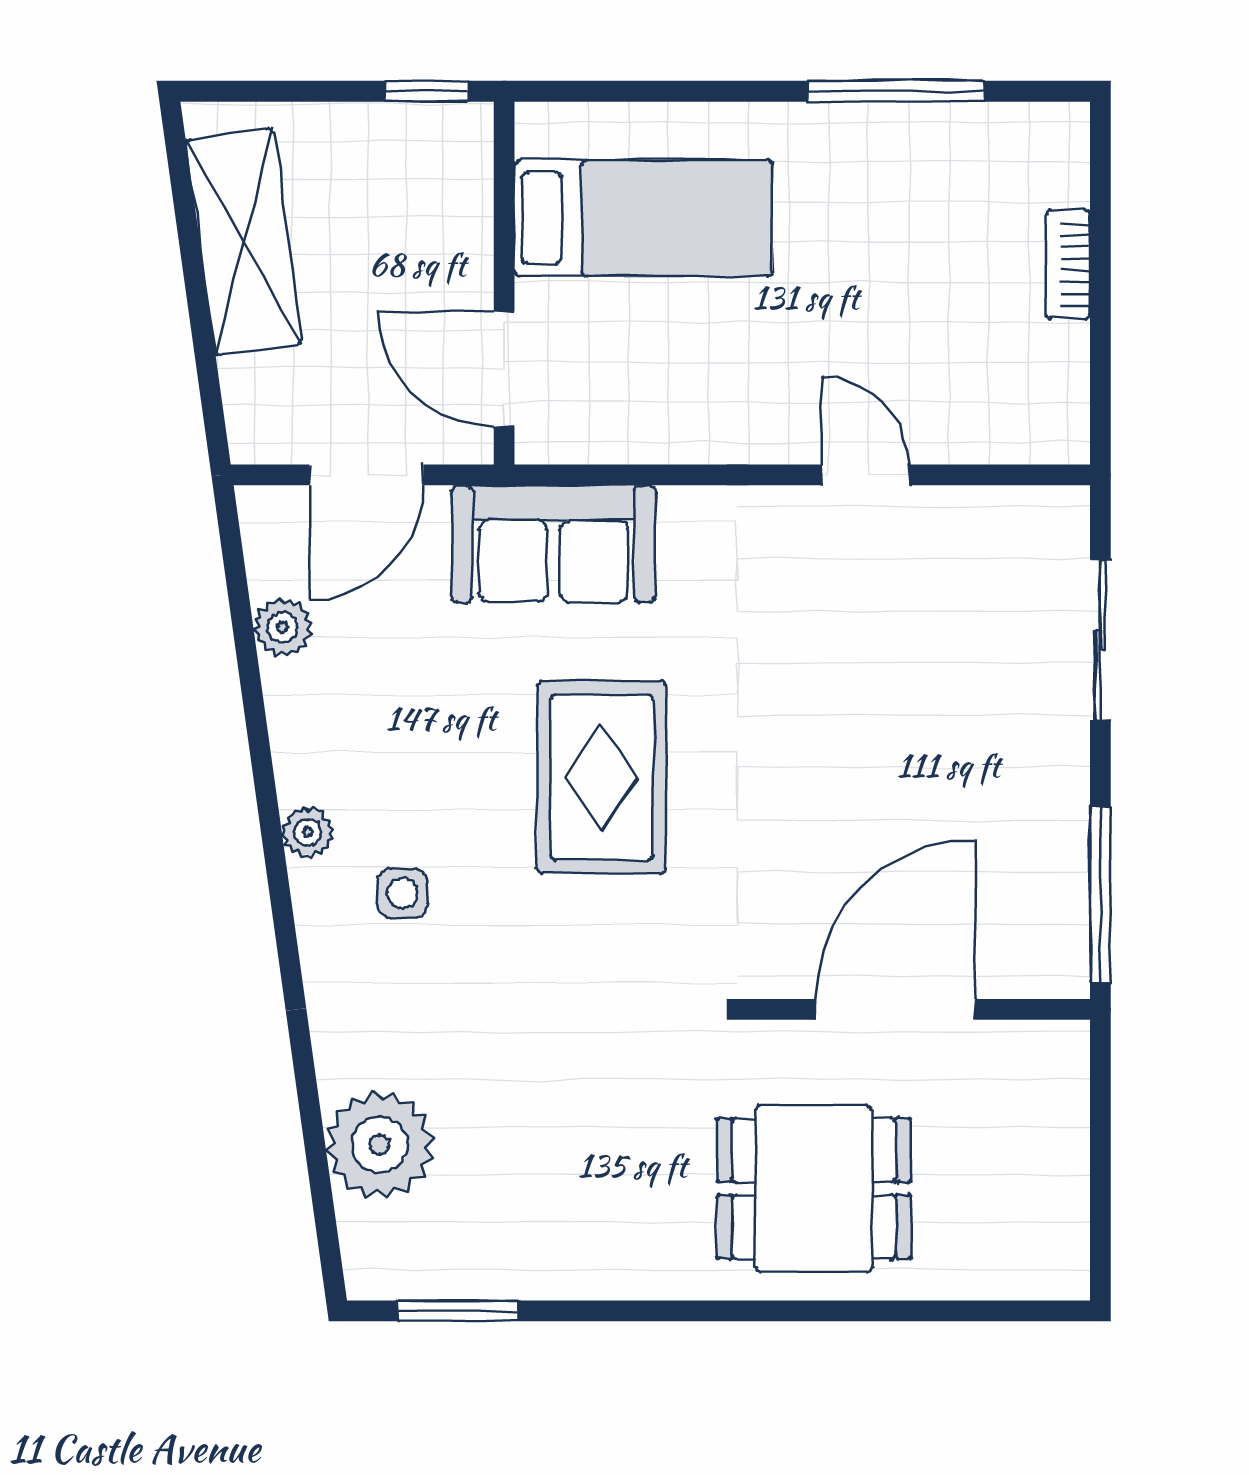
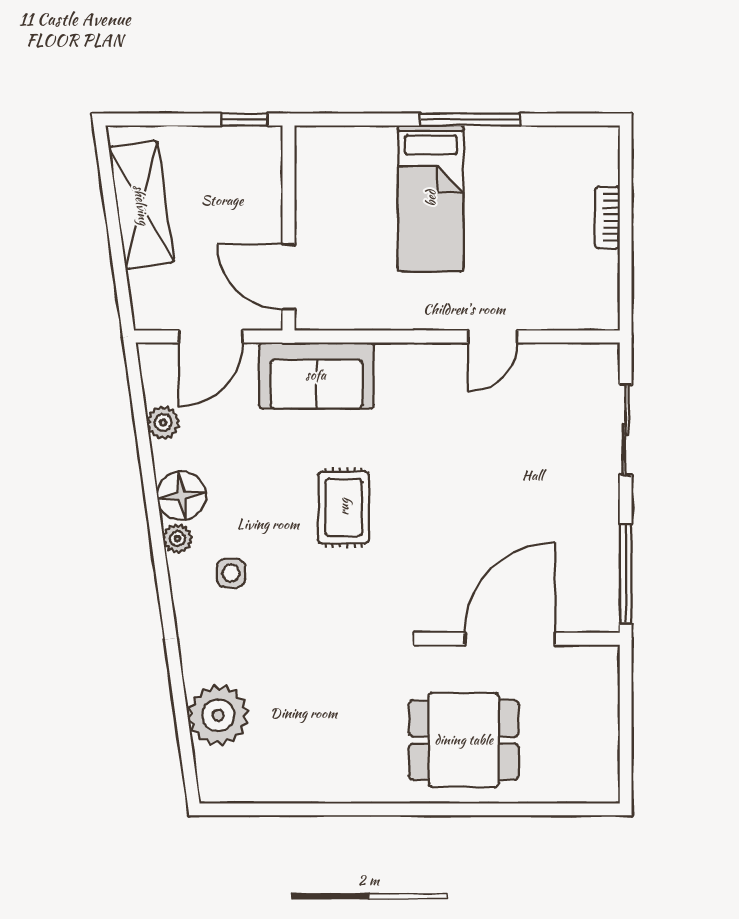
window: (896, 91) -> (470, 119), moved
bed: (644, 218) -> (431, 198), moved, turned 90
door: (865, 475) -> (493, 337), swing flipped
floor lamp: (315, 756) -> (181, 496), added
rug: (602, 777) -> (344, 507), width x0.73, depth x0.70
window: (458, 1311) -> (263, 809), removed

